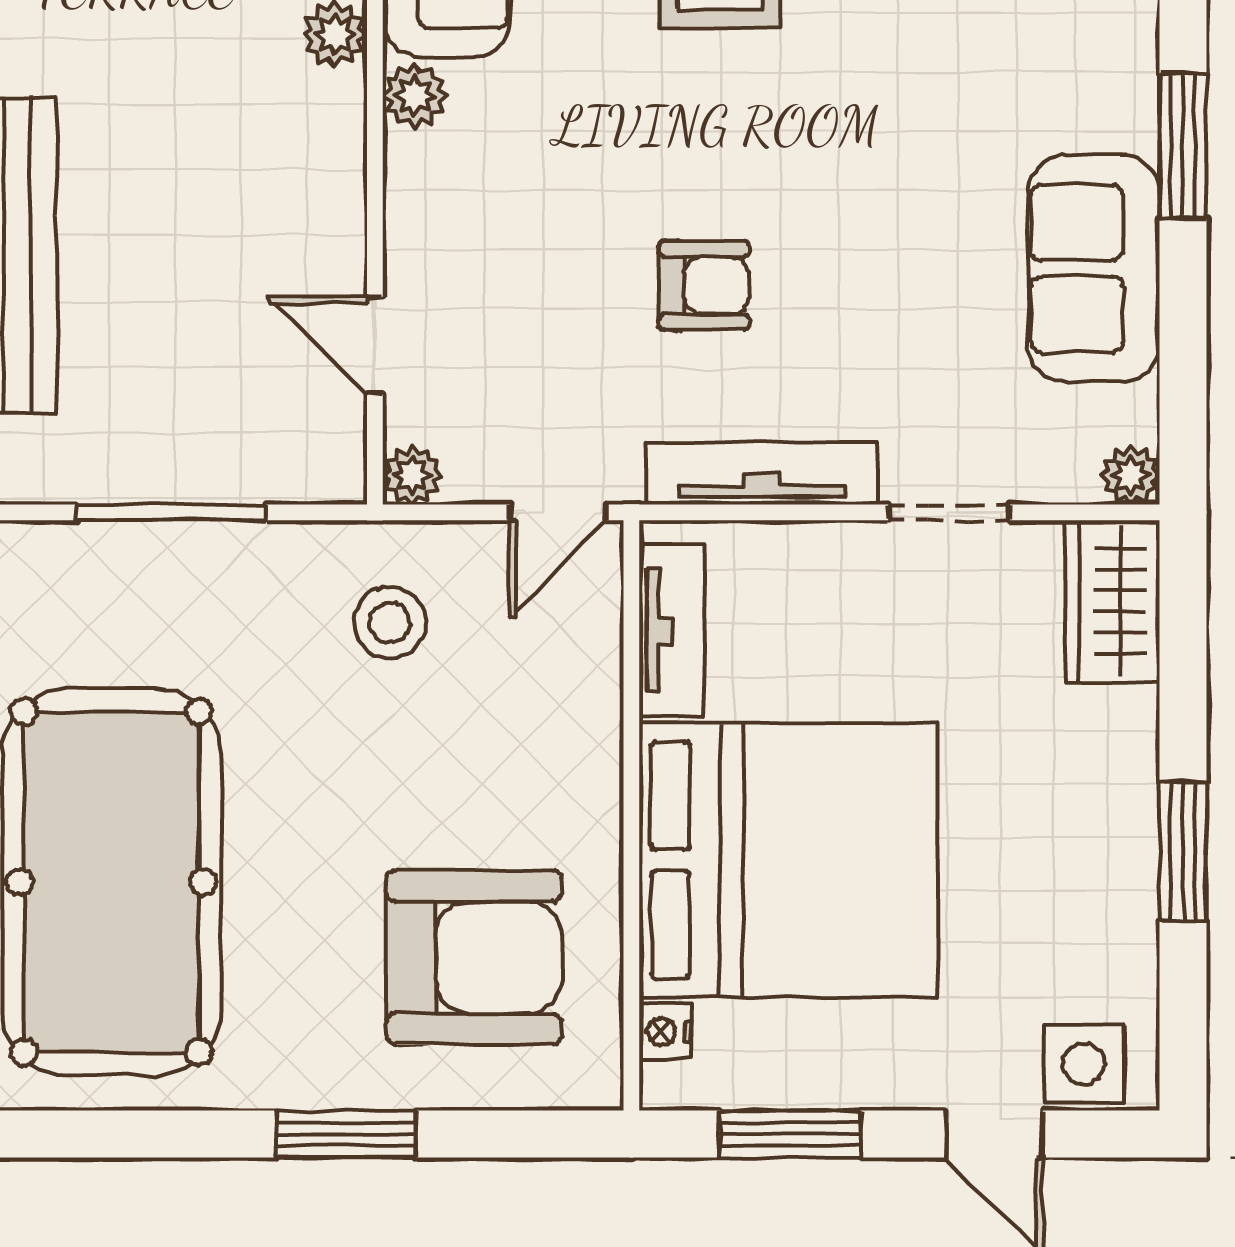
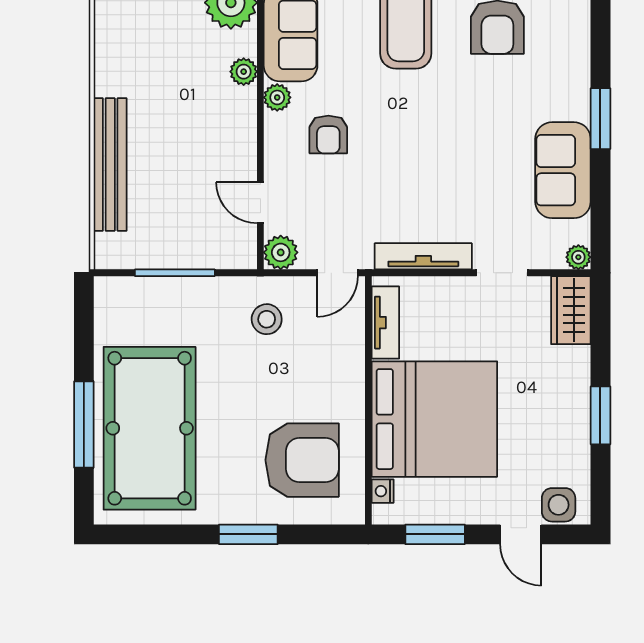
armchair: (704, 285) -> (328, 134), moved, turned 90
plant: (412, 475) -> (281, 252), width x1.38, depth x1.38

